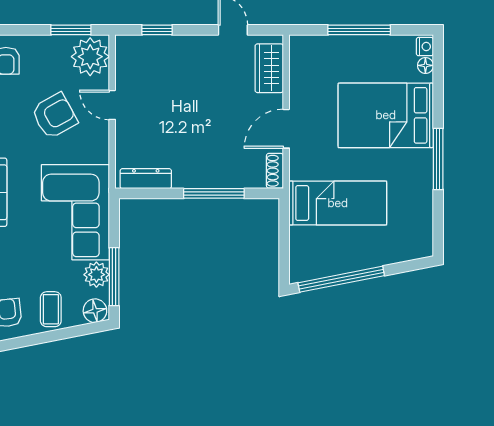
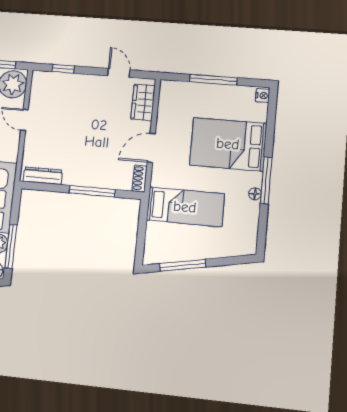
floor lamp: (425, 65) -> (255, 194), moved
window: (341, 279) -> (183, 265), width x0.68

